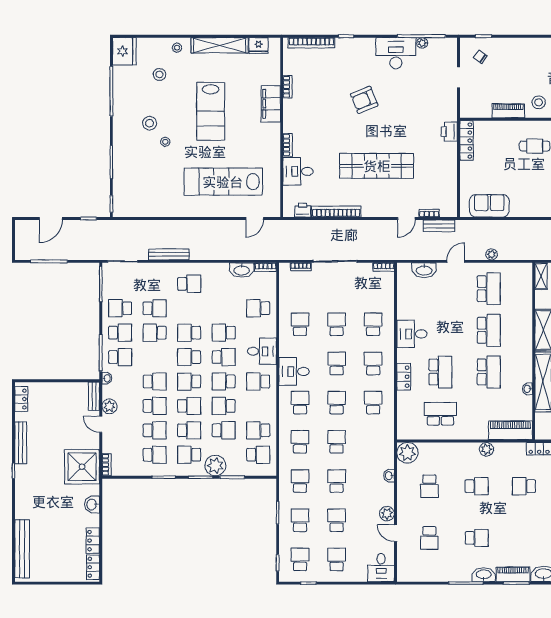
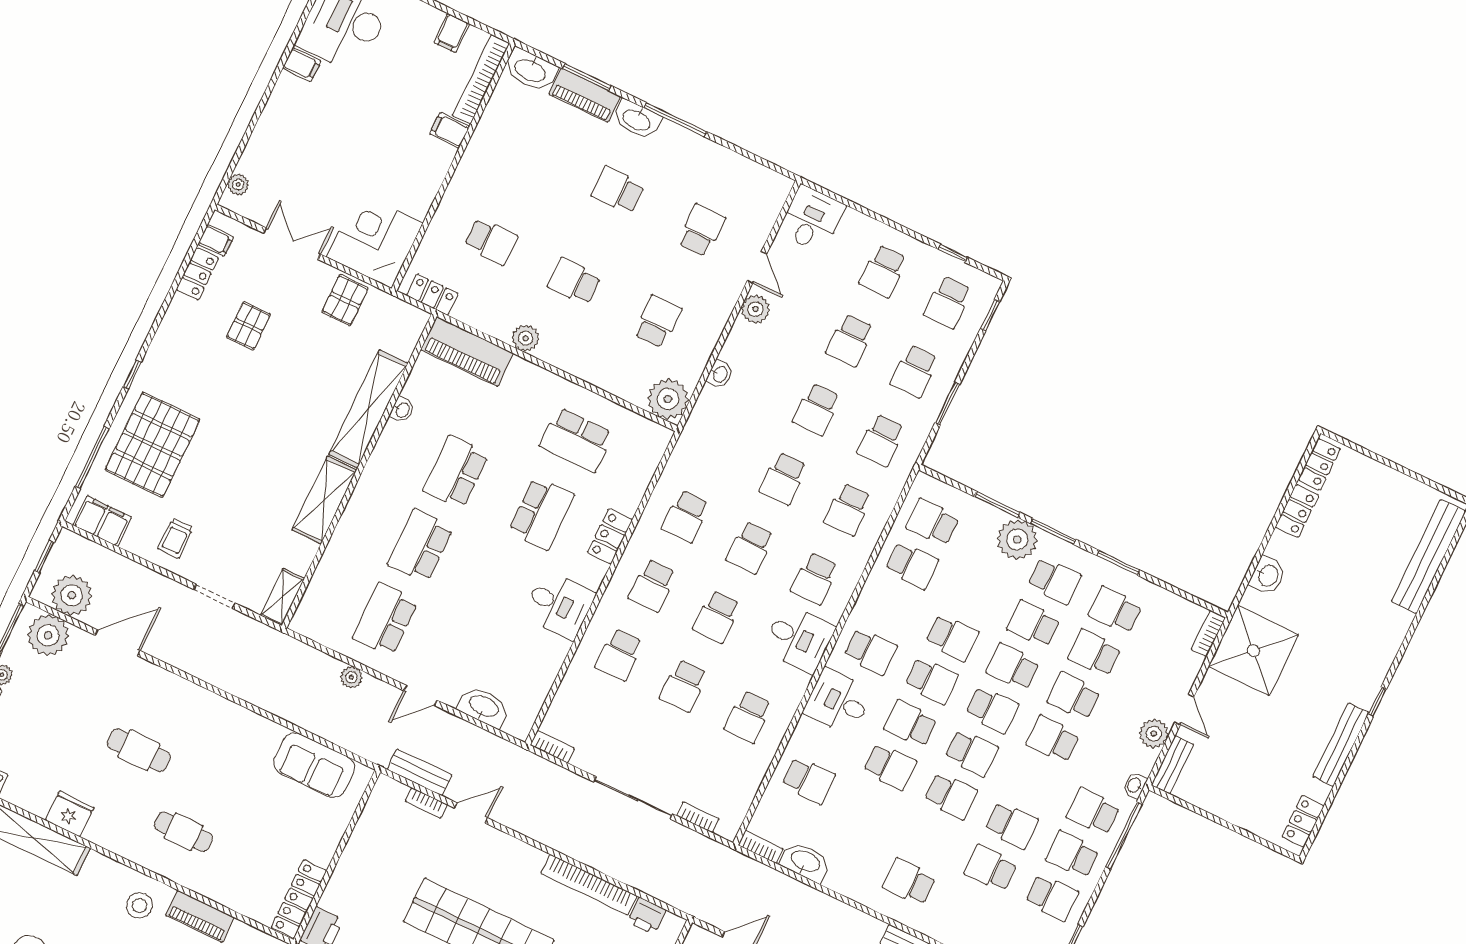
school desk: (440, 372) -> (541, 513), turned 180
school desk: (224, 430) -> (973, 594), removed

